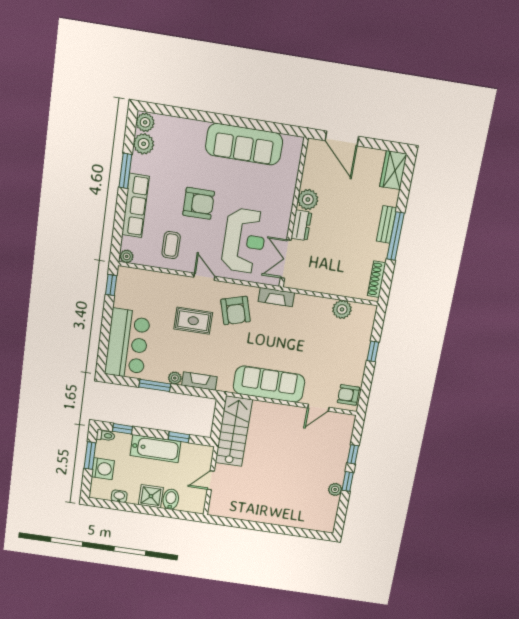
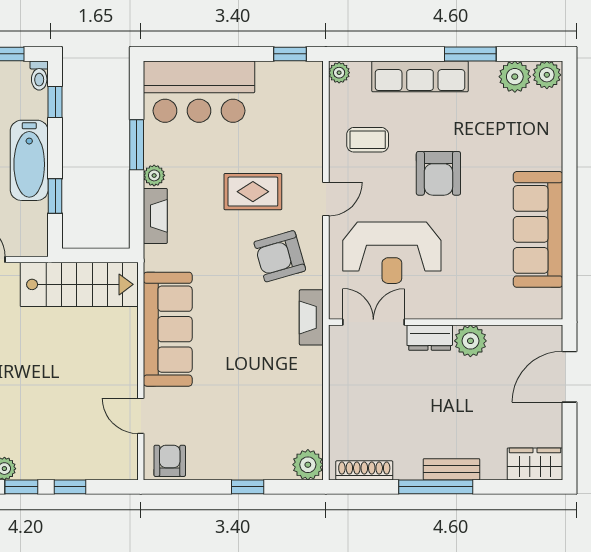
plant: (342, 309) -> (308, 465), moved
rug: (193, 321) -> (253, 192), turned 90

